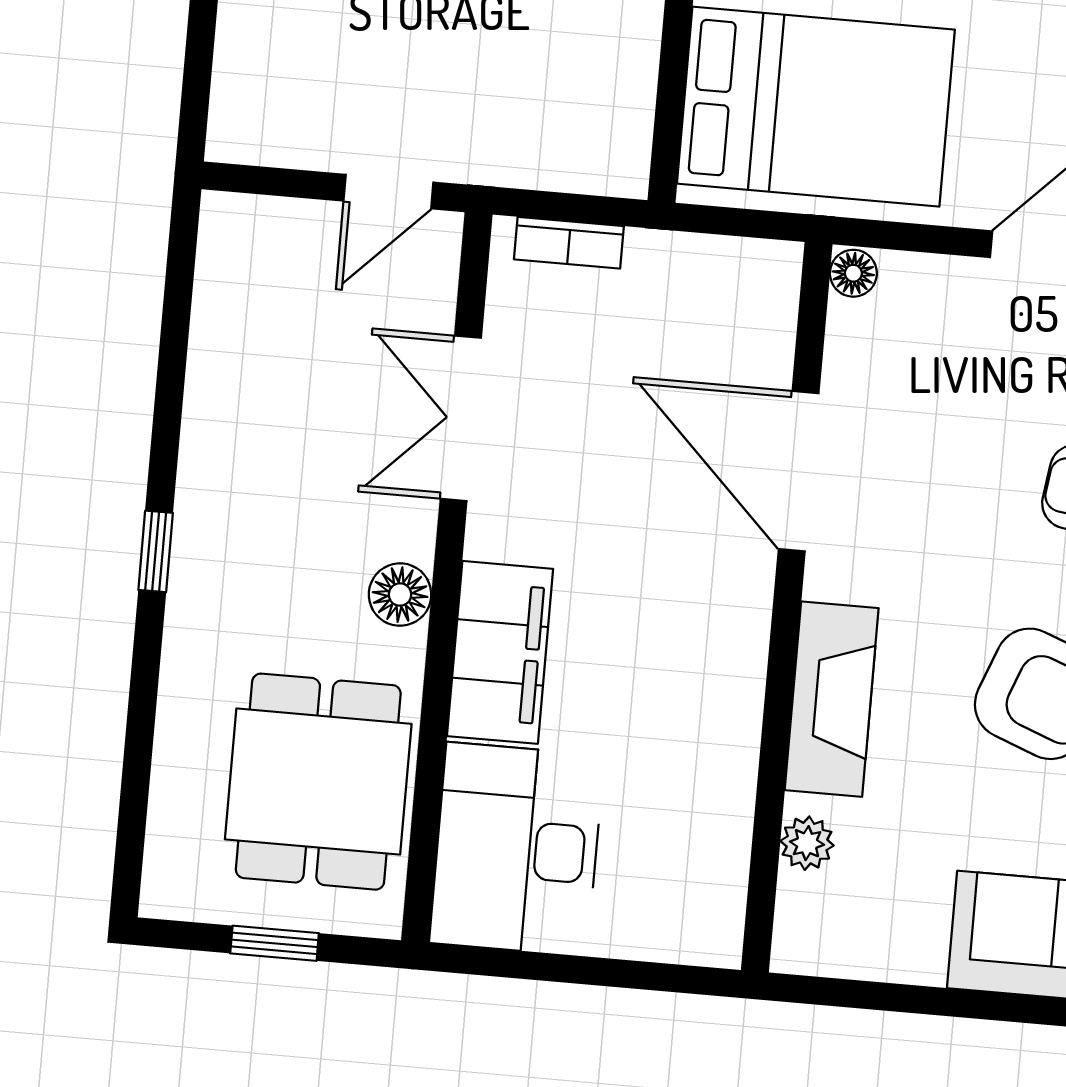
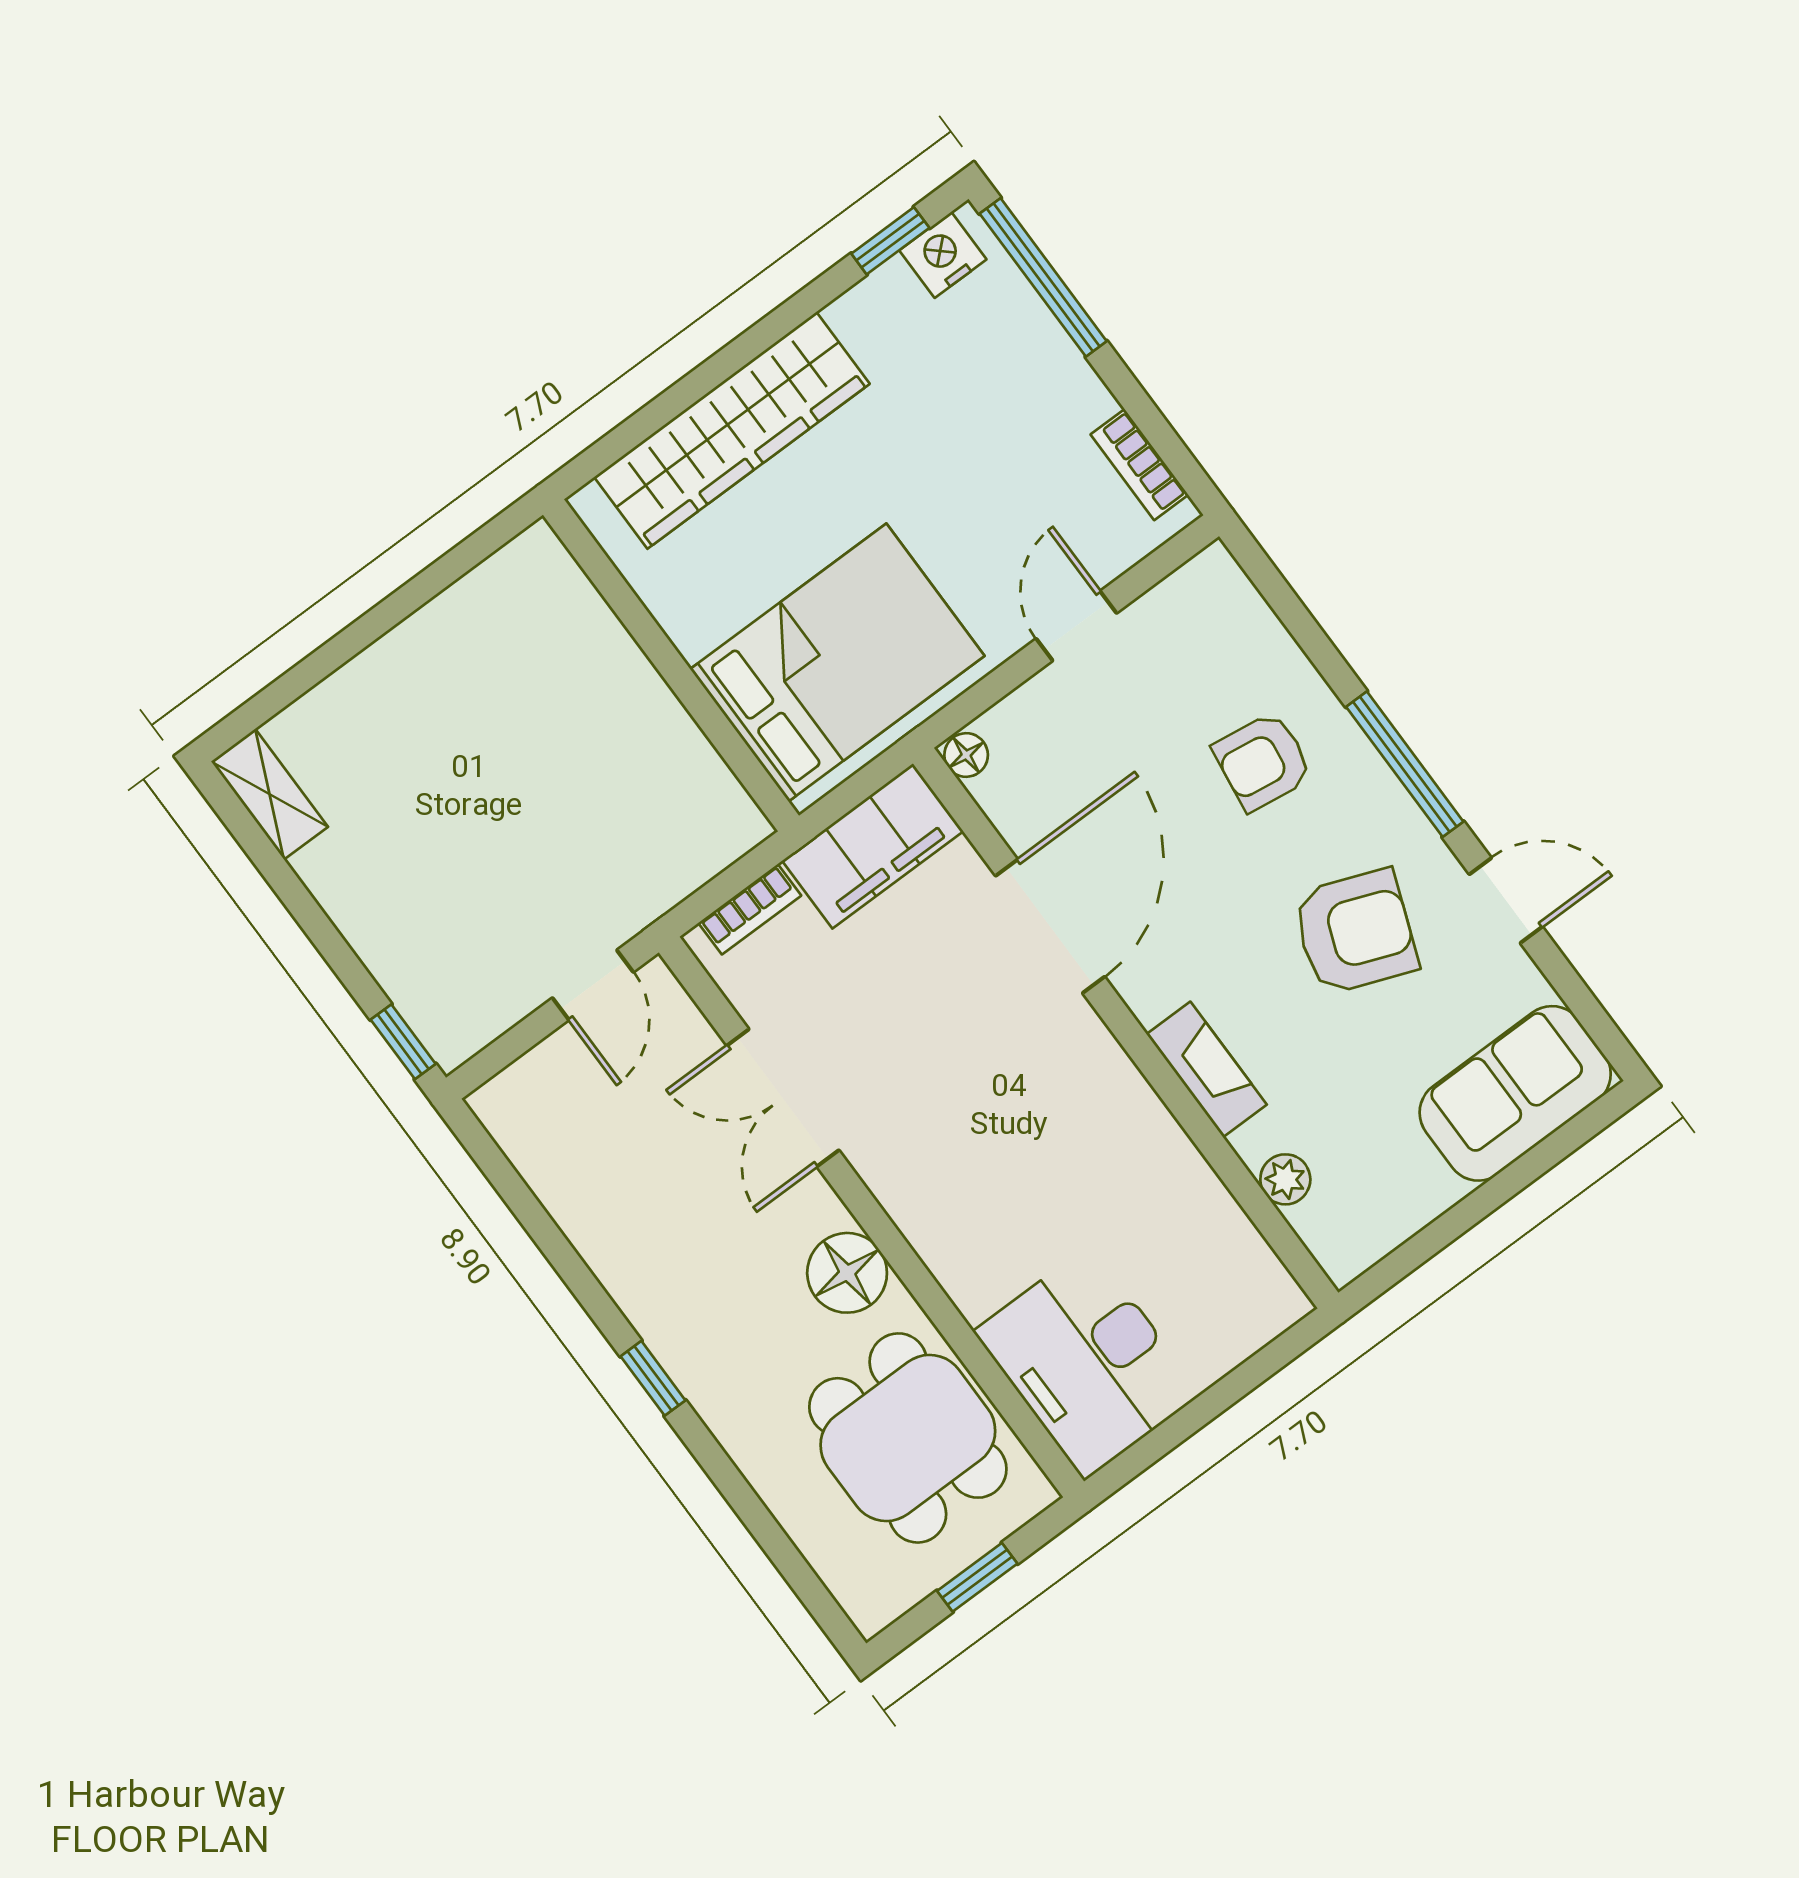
window: (195, 102) -> (403, 1042), added
door: (799, 471) -> (1050, 926), swing flipped
floor lamp: (400, 595) -> (847, 1273), width x1.38, depth x1.38
filing cabinet: (500, 652) -> (873, 846), moved, turned 90
fireplace: (832, 699) -> (1207, 1069), width x0.73, depth x0.76

